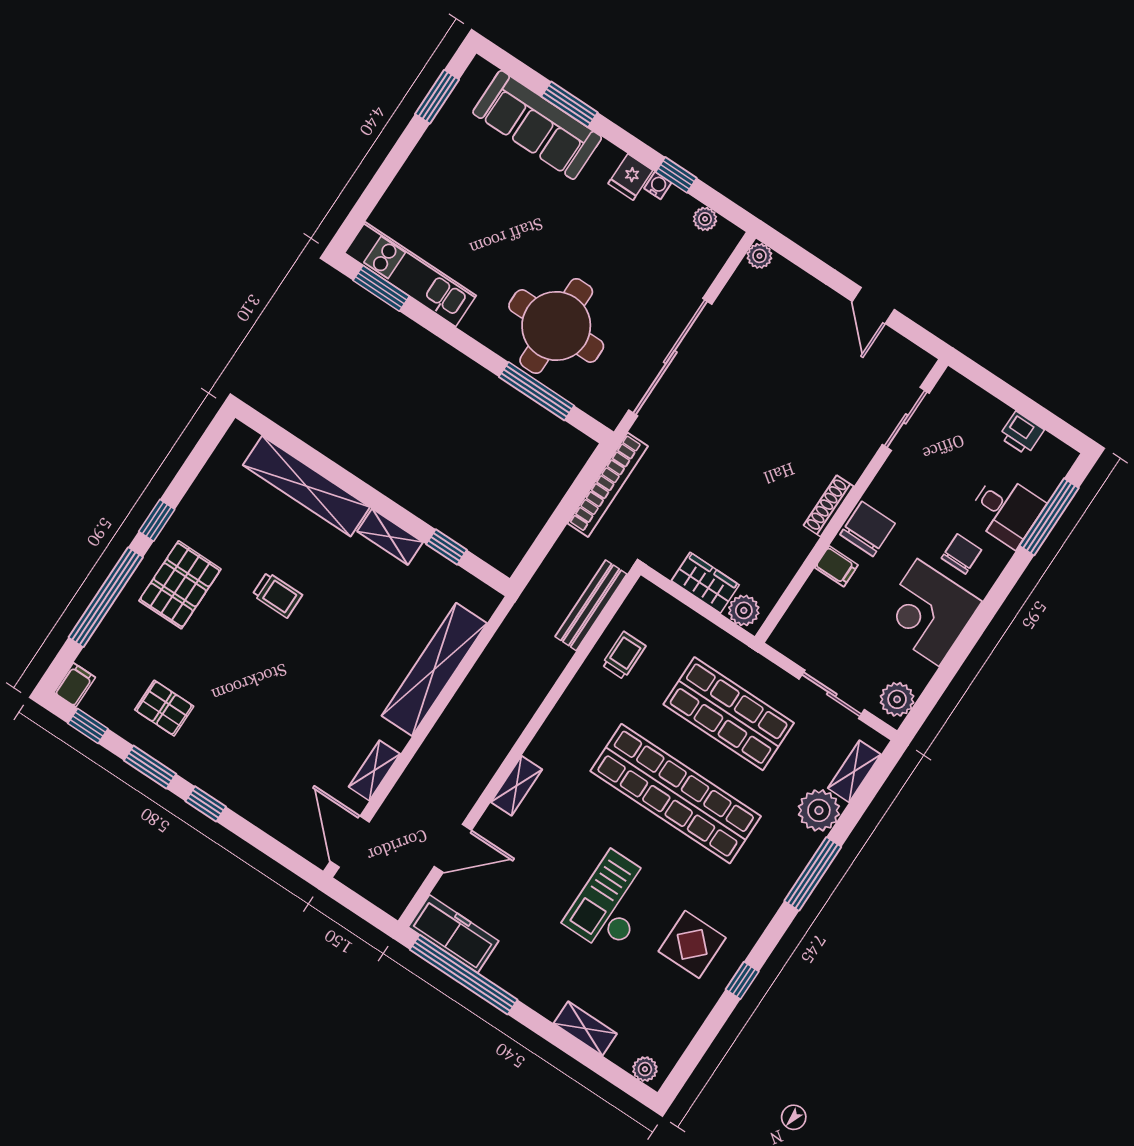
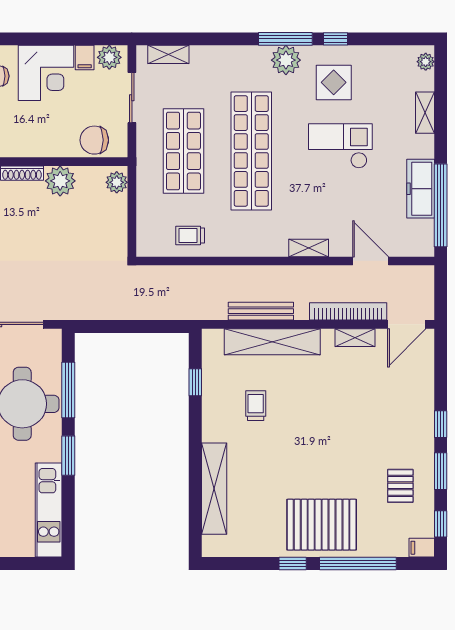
window: (381, 288) -> (68, 456), moved
bookcase: (608, 485) -> (348, 311), moved
chair: (868, 529) -> (94, 140), moved
shelving: (390, 537) -> (211, 420), removed
plant: (790, 545) -> (60, 181), added
filing cabinet: (836, 566) -> (85, 58), moved, turned 180
wardrobe: (705, 583) -> (115, 216), removed
pallet: (180, 585) -> (322, 525), width x1.37, depth x1.41
trolley: (277, 595) -> (256, 406), moved
bench: (591, 605) -> (261, 311), moved
plant: (819, 810) -> (286, 60), moved
window: (813, 874) -> (285, 39), moved
checkout: (612, 903) -> (340, 146), turned 180
freezer: (453, 934) -> (421, 189), moved

